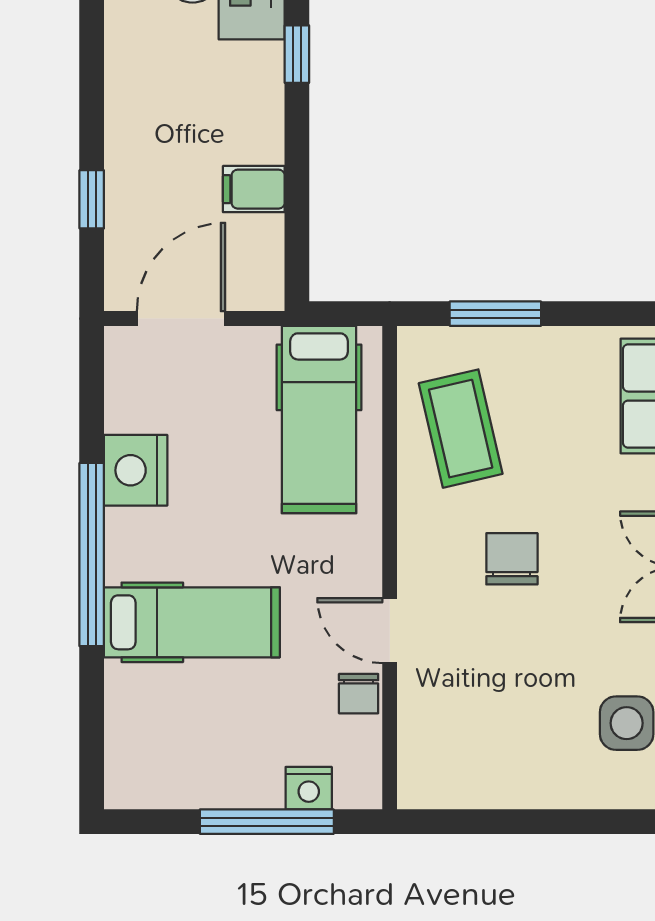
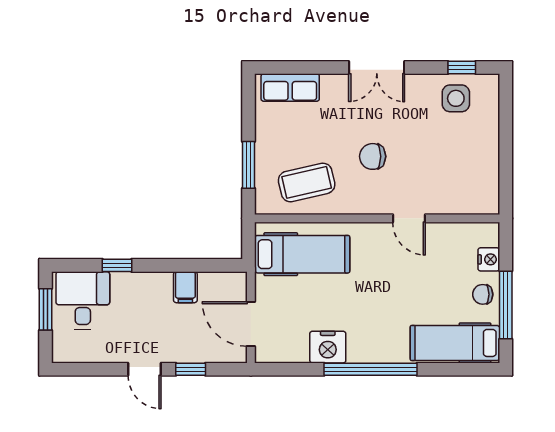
door: (92, 108) -> (145, 369), added
hospital bed: (192, 622) -> (455, 343), moved, turned -90
door: (390, 631) -> (409, 218), hinge flipped
chair: (359, 694) -> (483, 294), moved, turned 180
window: (267, 822) -> (506, 305), moved

